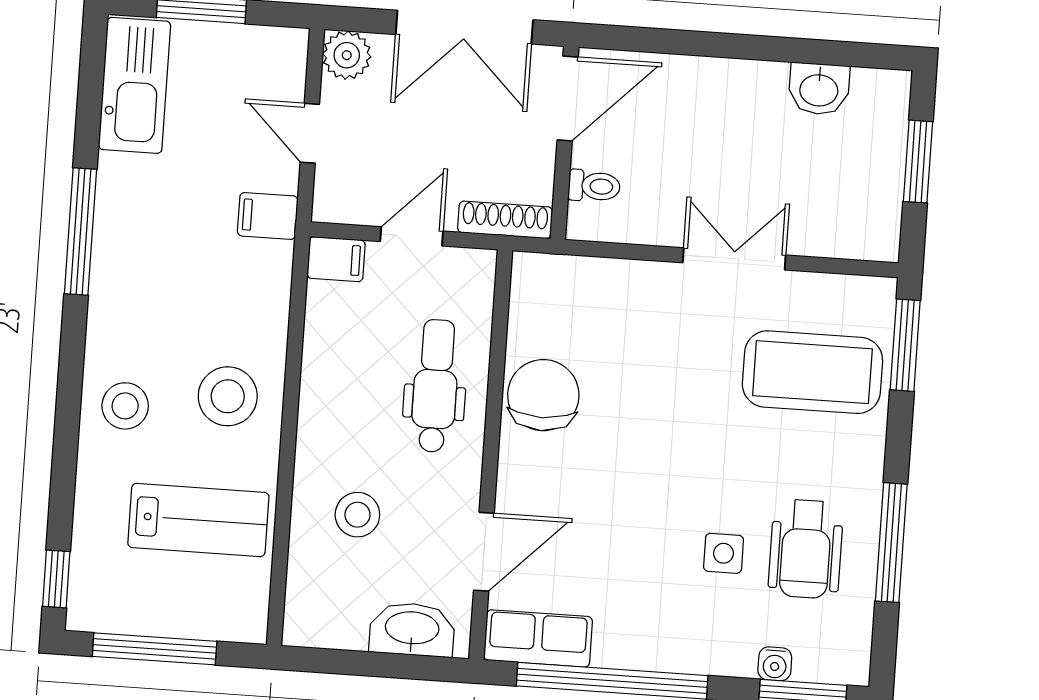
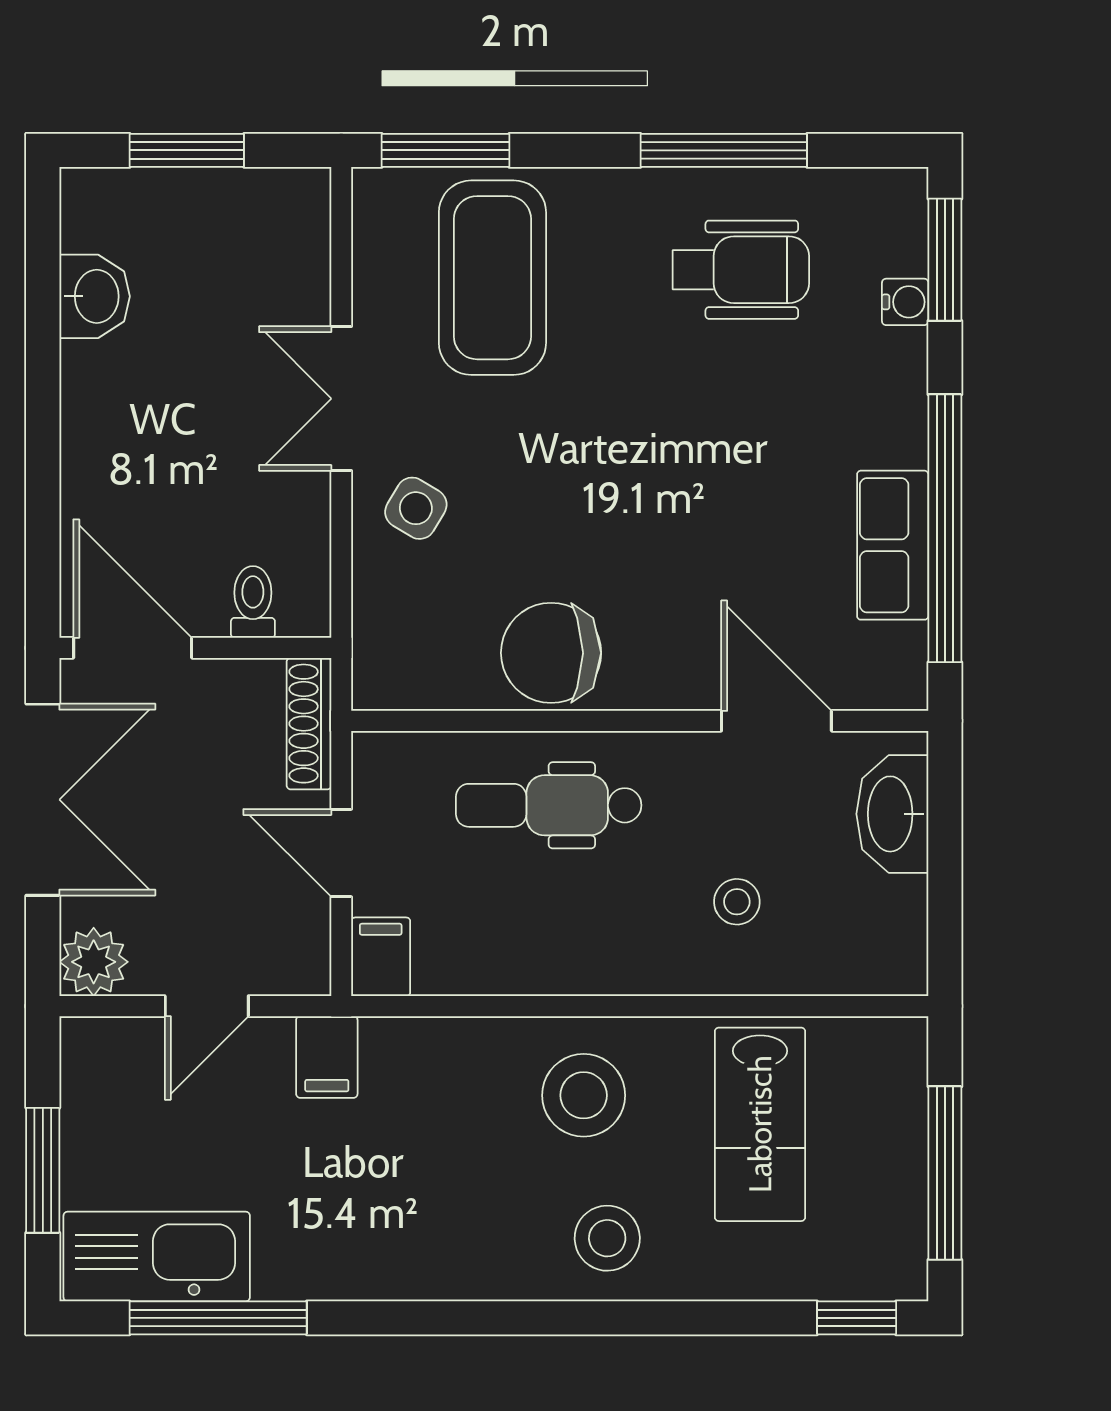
window: (81, 232) -> (218, 1318), moved
stool: (357, 515) -> (737, 902), width x0.73, depth x0.73
lab bench: (198, 520) -> (760, 1124), turned 180
side table: (724, 553) -> (416, 508), moved, turned 31
row of seats: (538, 638) -> (893, 545), moved

